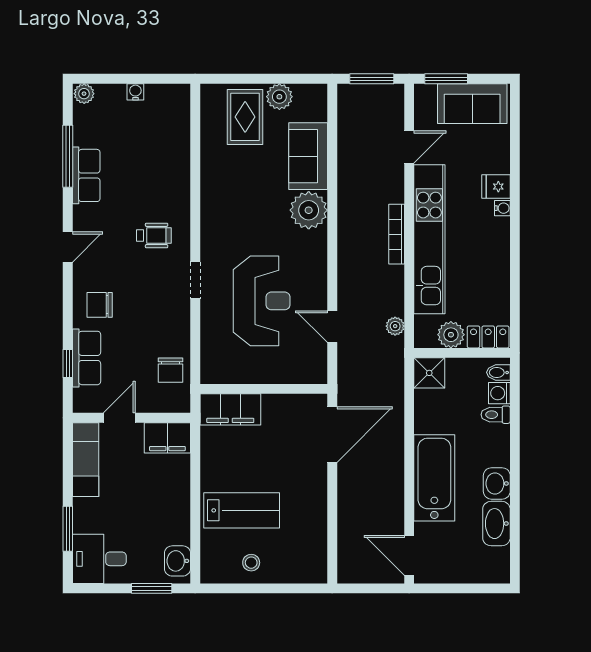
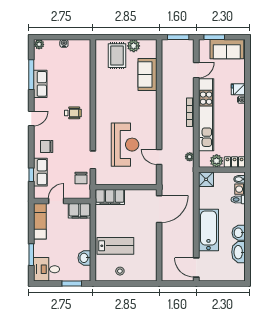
plant: (309, 210) -> (148, 101), removed
doorway: (195, 280) -> (93, 160), moved
washbasin: (177, 561) -> (84, 258), moved

